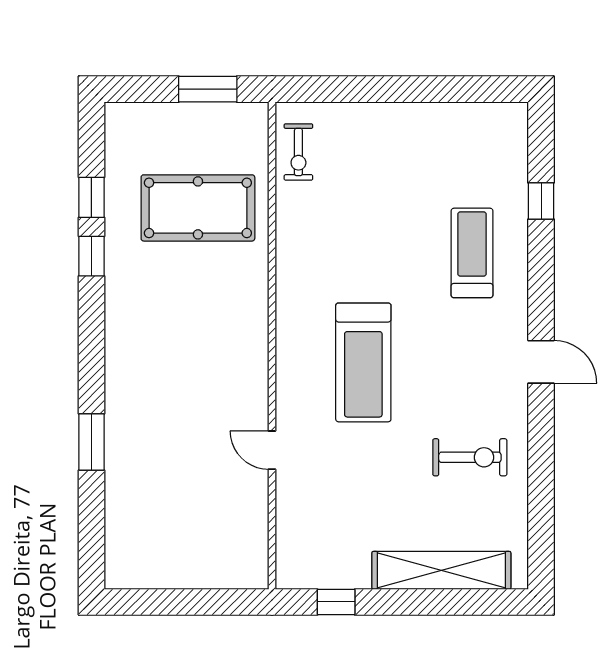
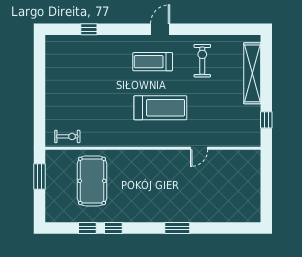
treadmill: (472, 253) -> (153, 62), moved
window: (91, 442) -> (177, 228), moved

